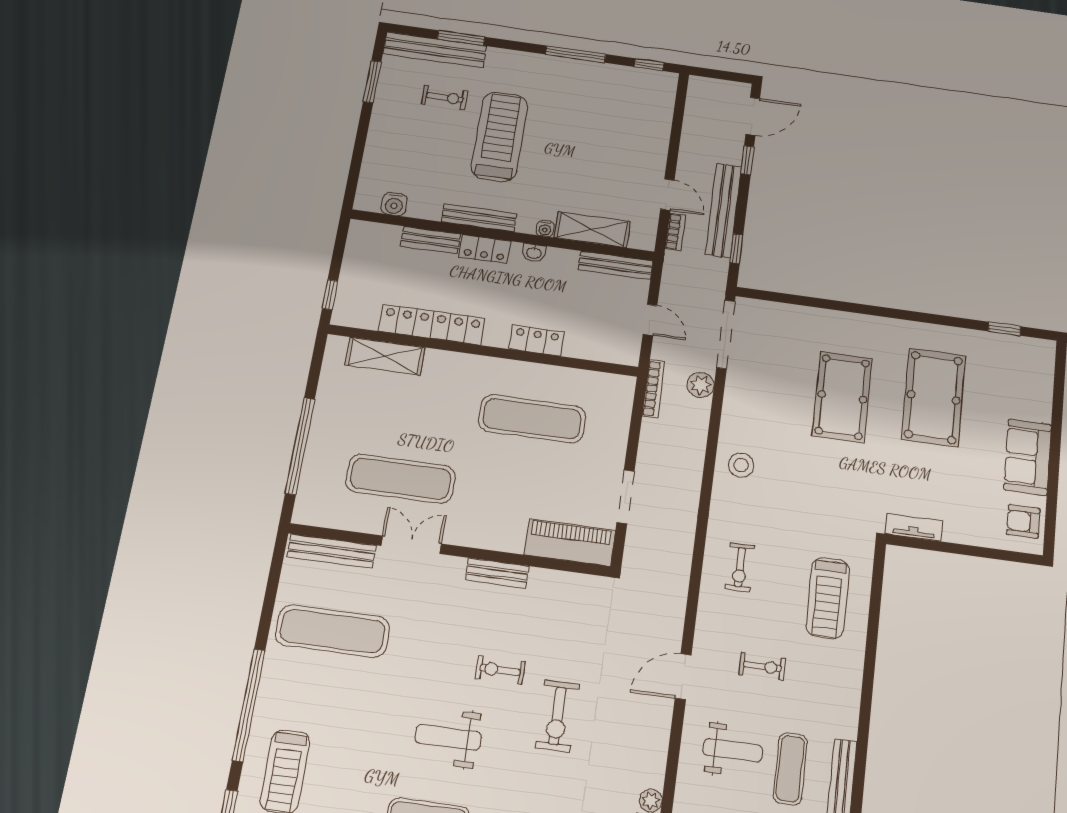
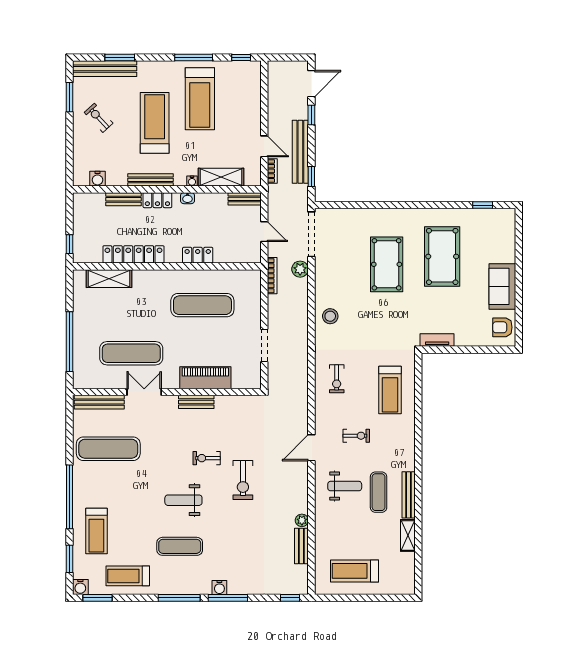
exercise bike: (445, 97) -> (99, 118), moved, turned -133
treadmill: (576, 113) -> (200, 99), added
bench: (616, 265) -> (245, 199), width x0.73
piano: (570, 542) -> (205, 378), moved

